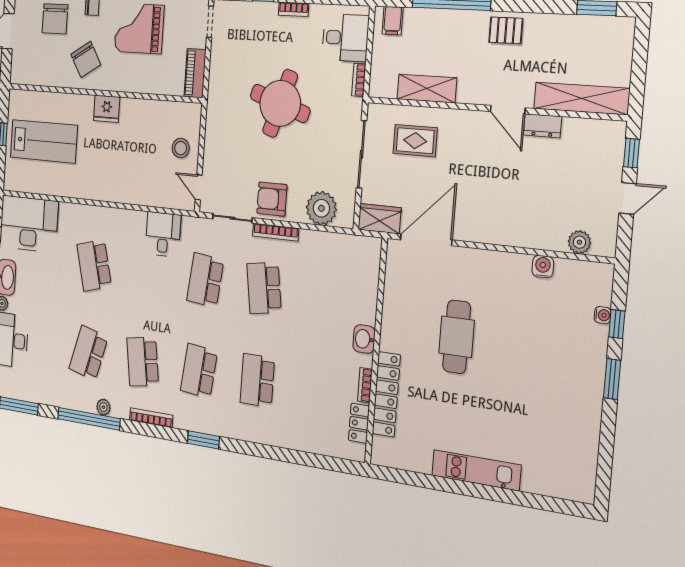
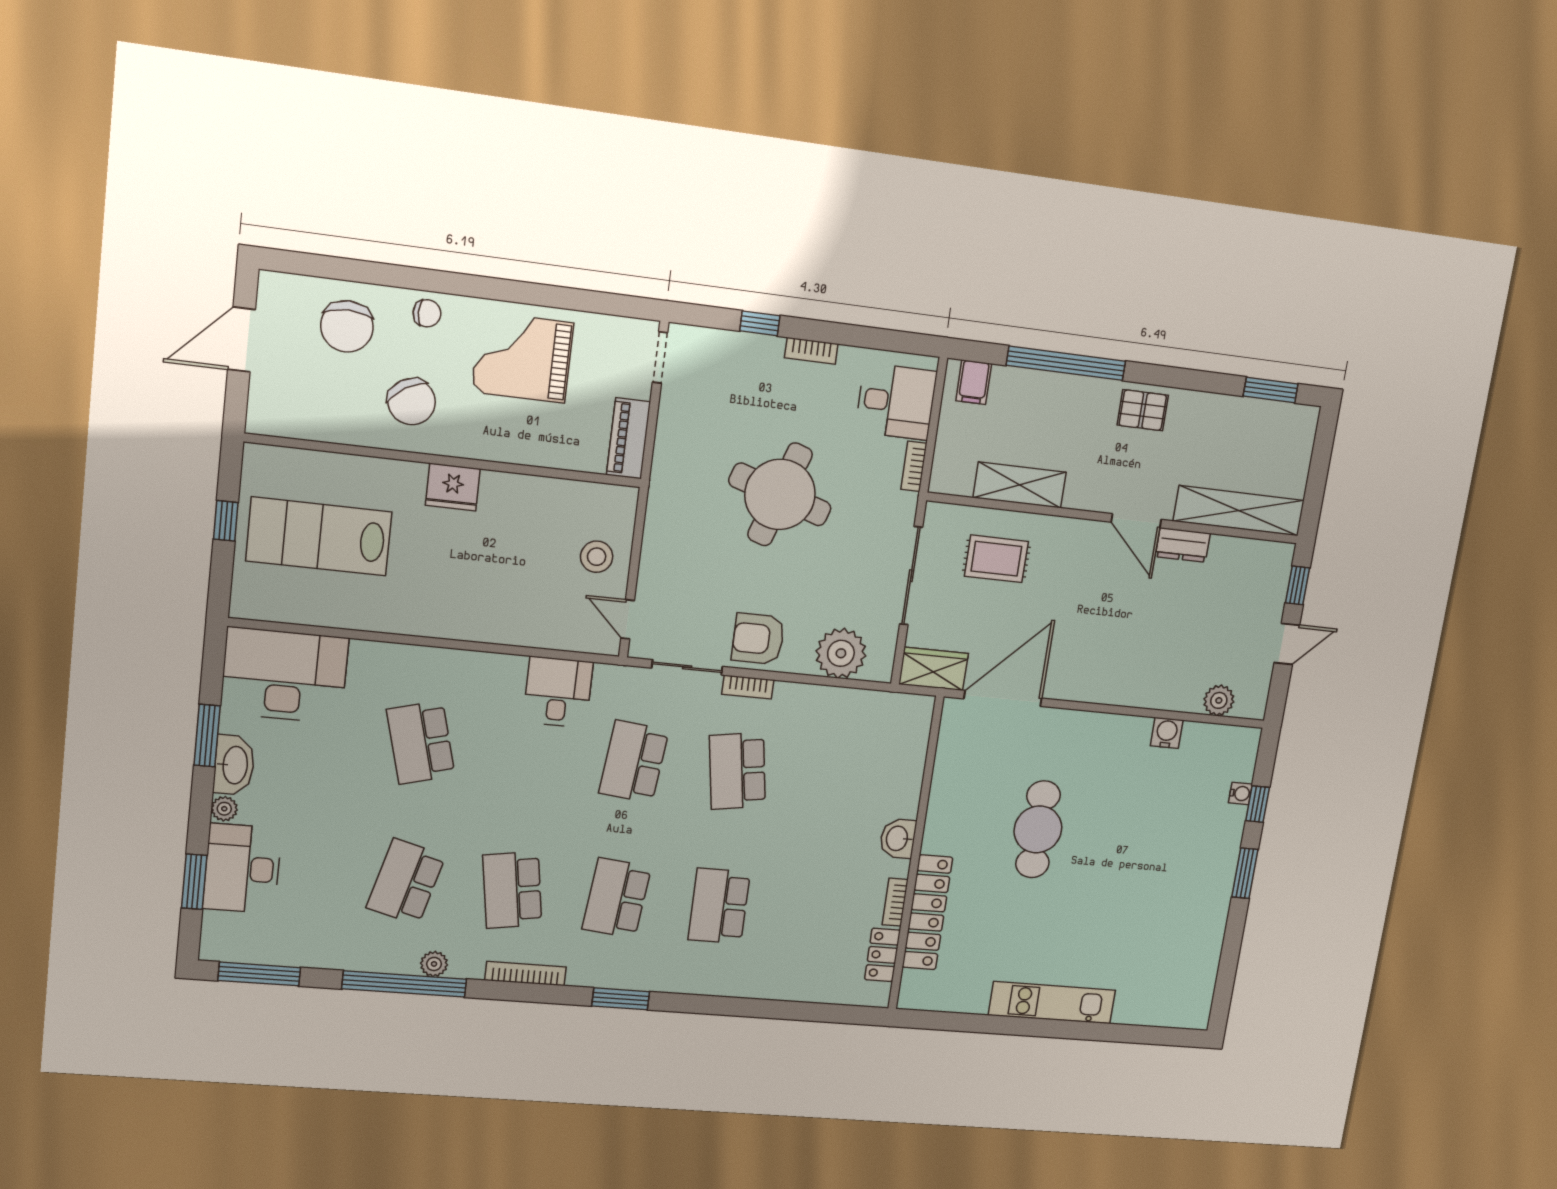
lab bench: (44, 141) -> (319, 536), turned 180
bookcase: (276, 232) -> (748, 687), width x0.64

